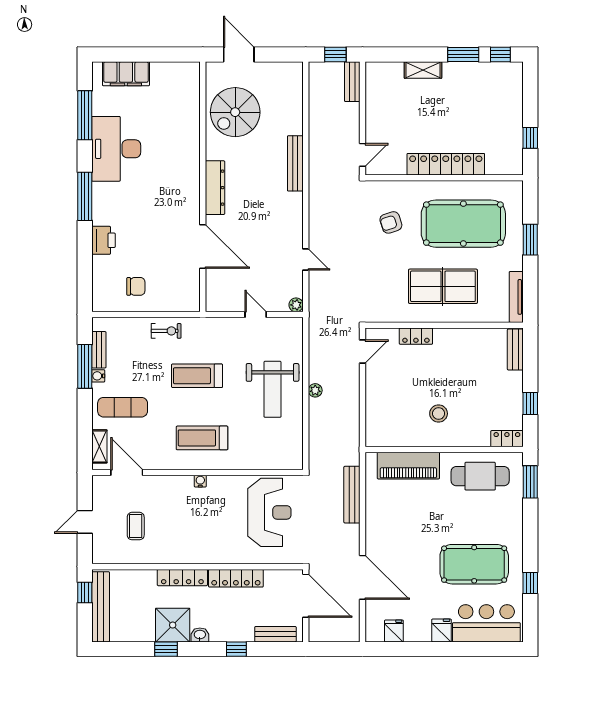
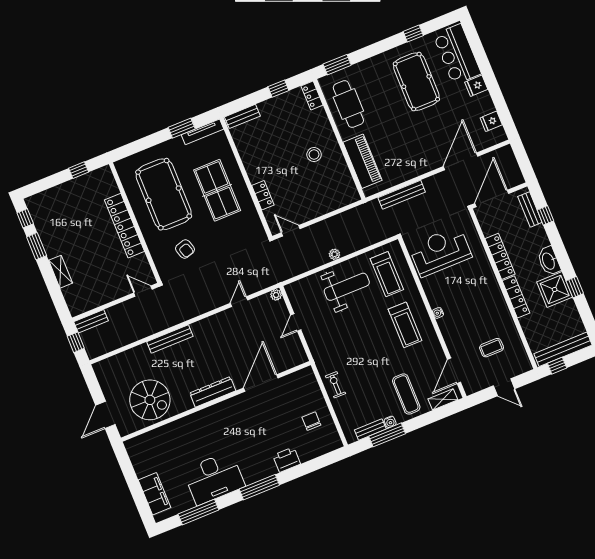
window: (530, 240) -> (182, 128), moved
treadmill: (197, 376) -> (387, 274), moved
washbasin: (200, 635) -> (549, 261), width x1.91, depth x1.45
window: (236, 649) -> (545, 215), moved

